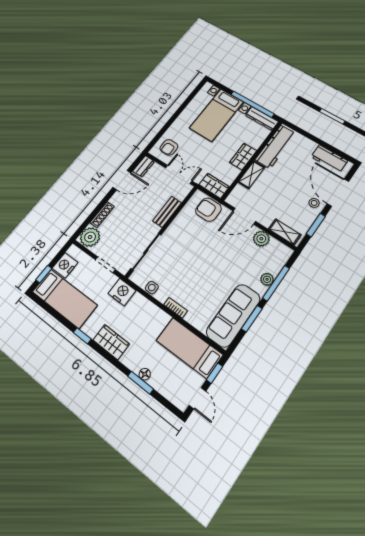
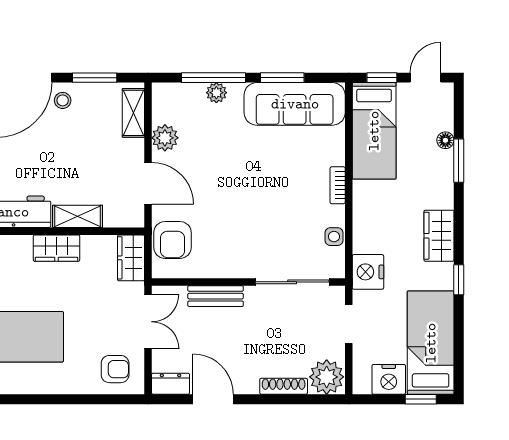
double door: (179, 174) -> (148, 322), swing flipped
floor lamp: (145, 374) -> (445, 140), moved

